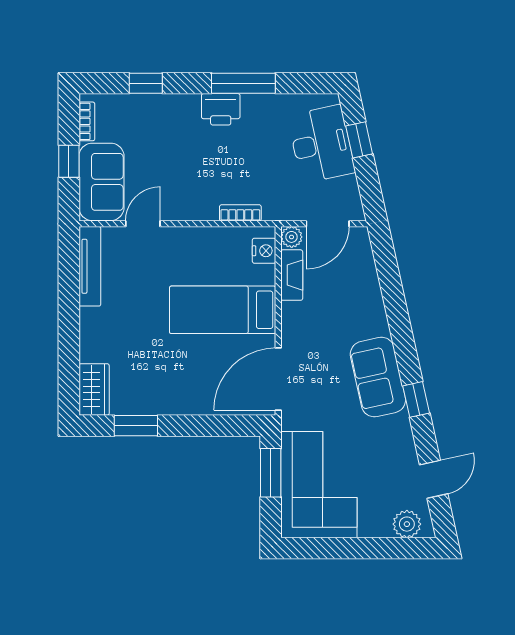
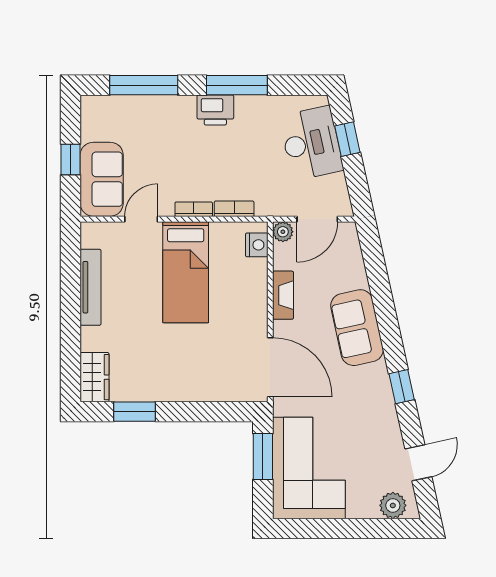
window: (146, 83) -> (144, 85), width x2.17
bookcase: (87, 121) -> (194, 209), moved, turned -90
tv unit: (90, 266) -> (91, 287), moved
fireplace: (292, 275) -> (283, 295), moved
bed: (223, 310) -> (186, 272), moved, turned -90
sofa: (378, 377) -> (357, 328), moved
door: (278, 379) -> (270, 367), swing flipped

